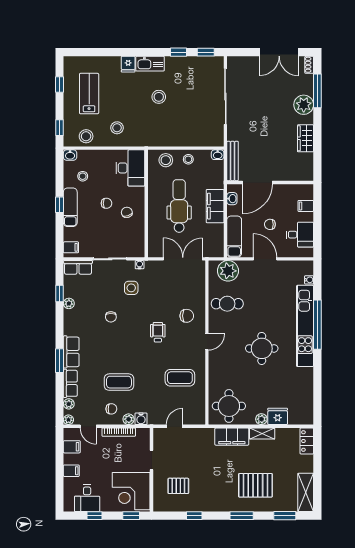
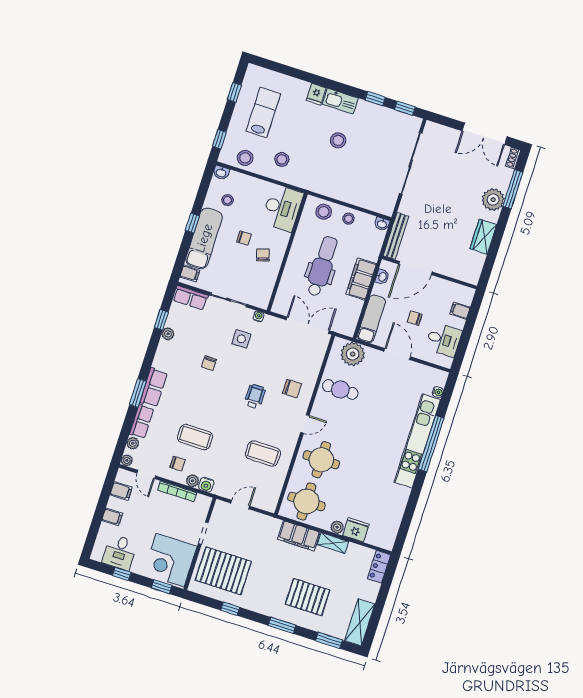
exam couch: (70, 207) -> (204, 238), width x1.36, depth x1.45
round table: (262, 348) -> (321, 460), moved
pallet: (178, 486) -> (223, 571), width x2.05, depth x2.00

